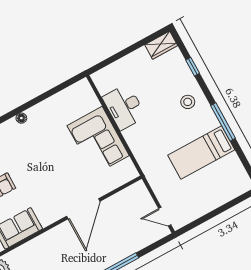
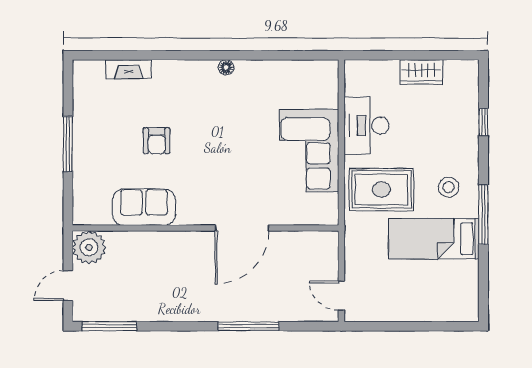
wardrobe: (161, 45) -> (421, 72), moved
stool: (188, 102) -> (449, 187), moved
rug: (154, 140) -> (381, 190), added

